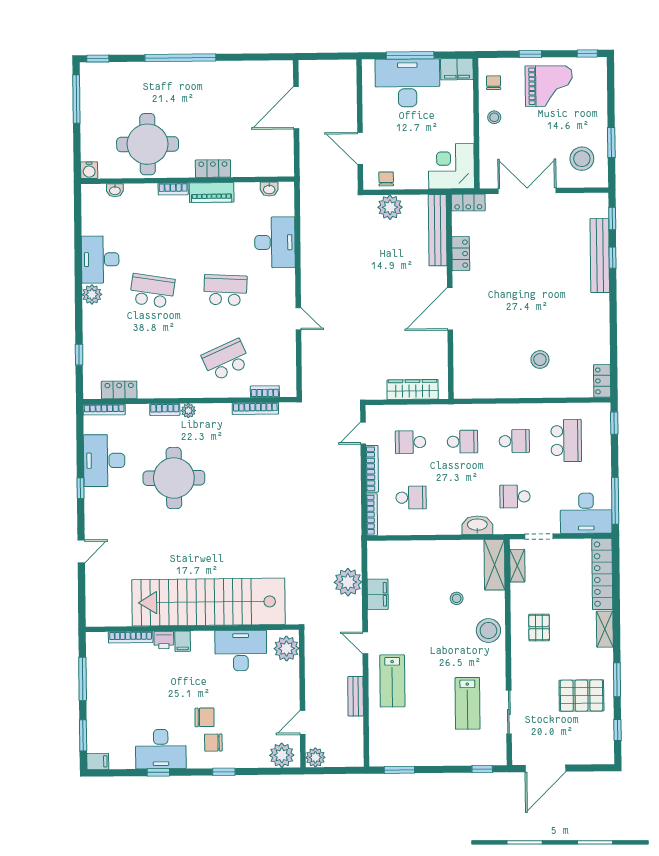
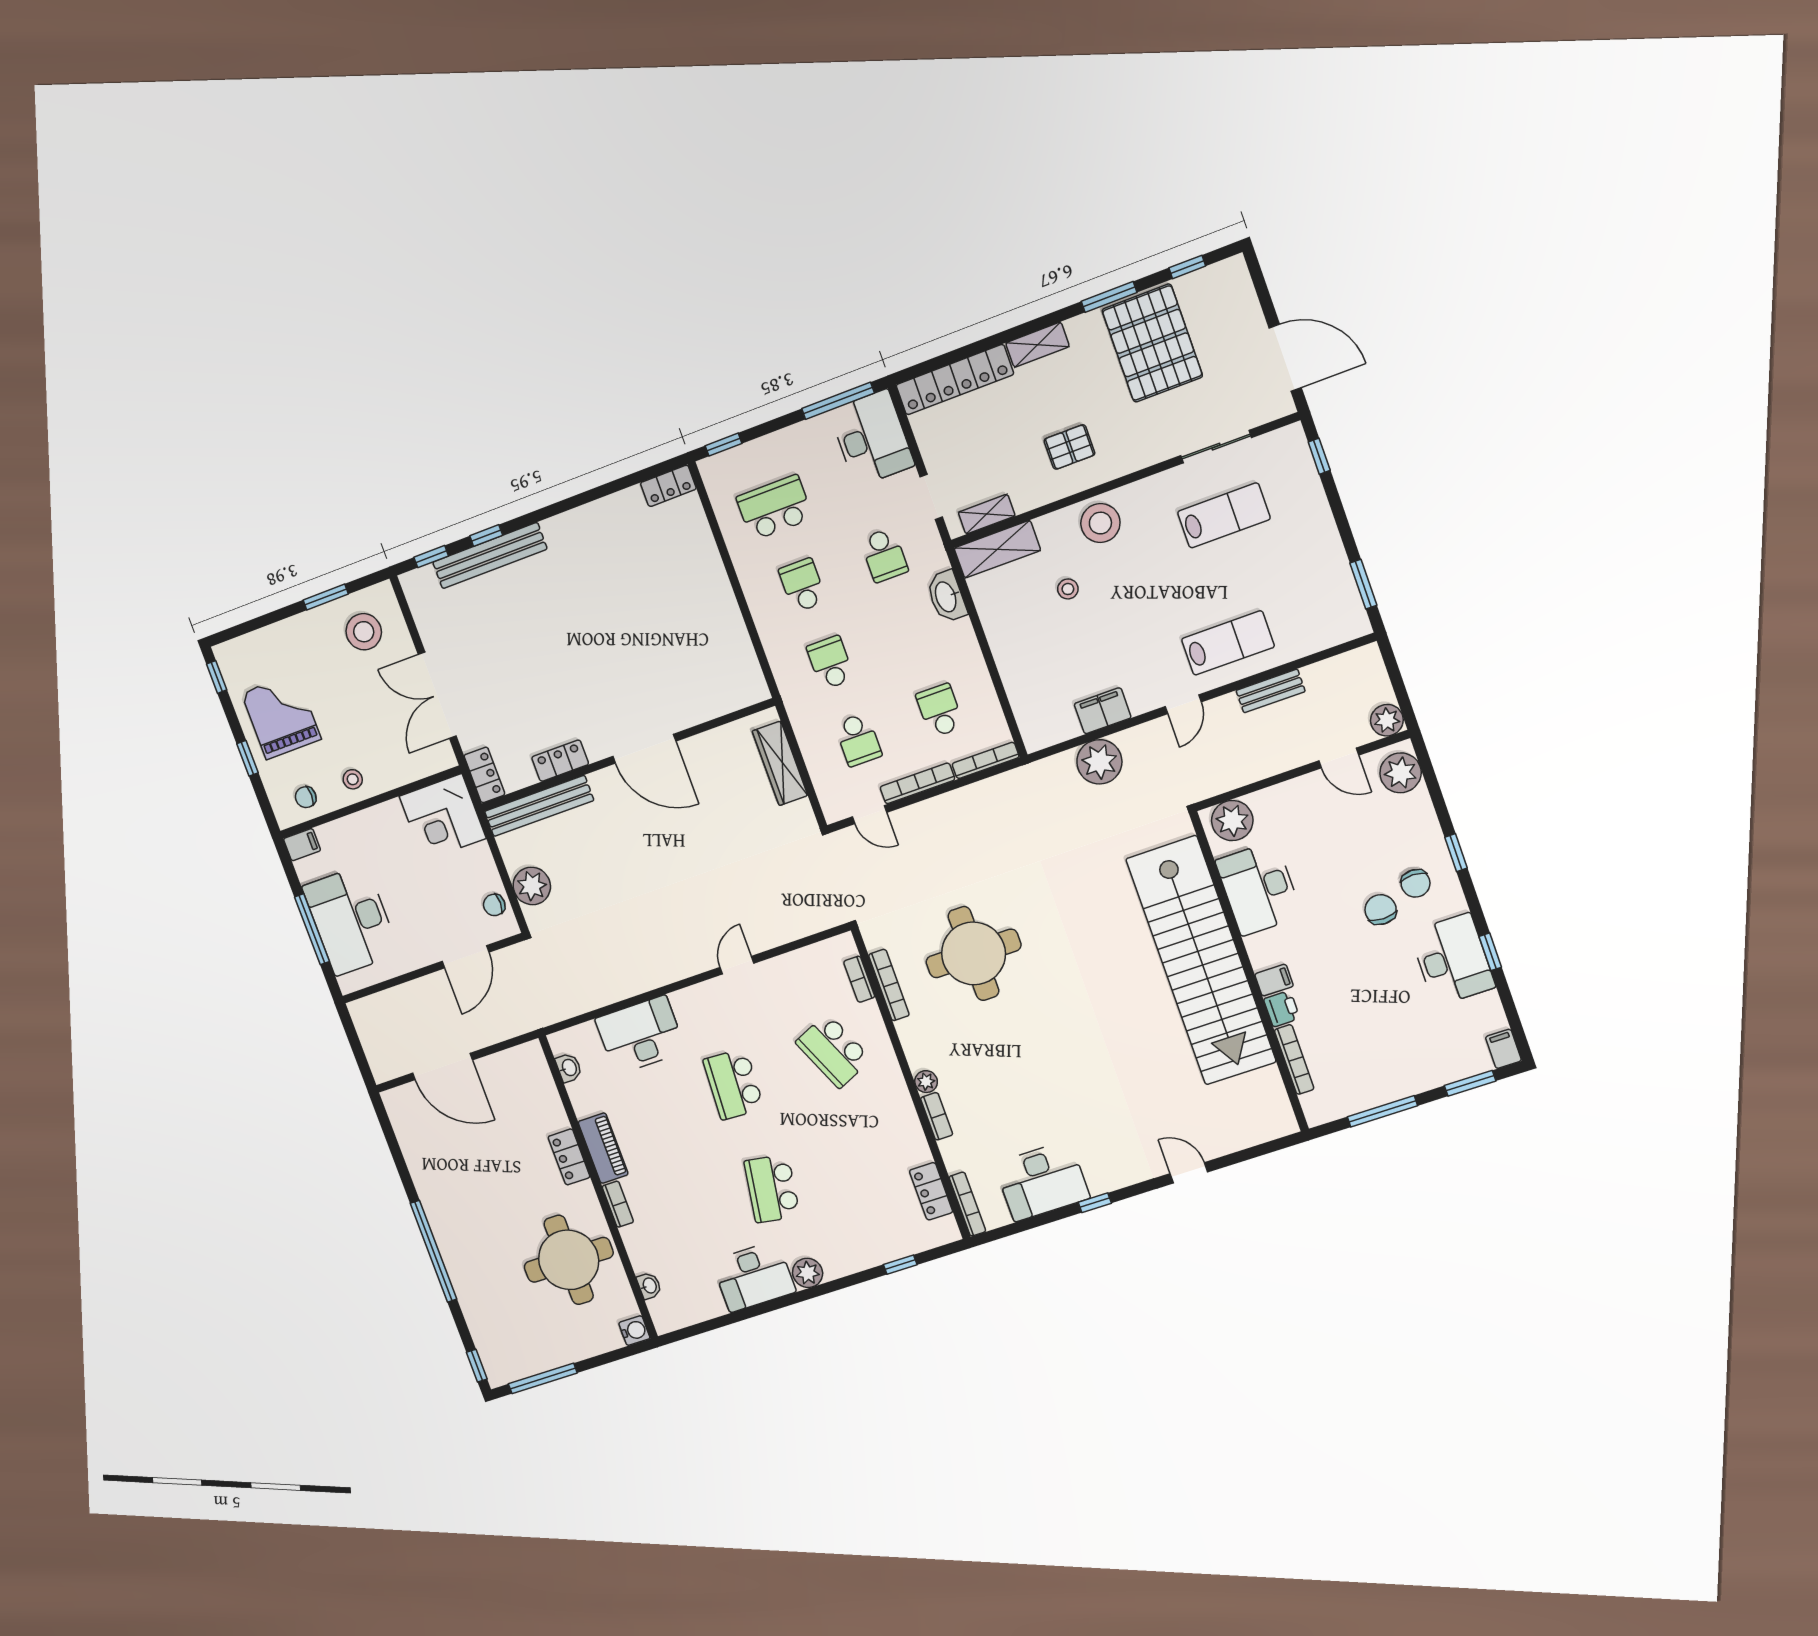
filing cabinet: (457, 69) -> (302, 845), width x0.50
stool: (540, 360) -> (670, 590), removed
round table: (174, 478) -> (973, 953), moved
pallet: (581, 696) -> (1152, 343), width x1.37, depth x1.41

